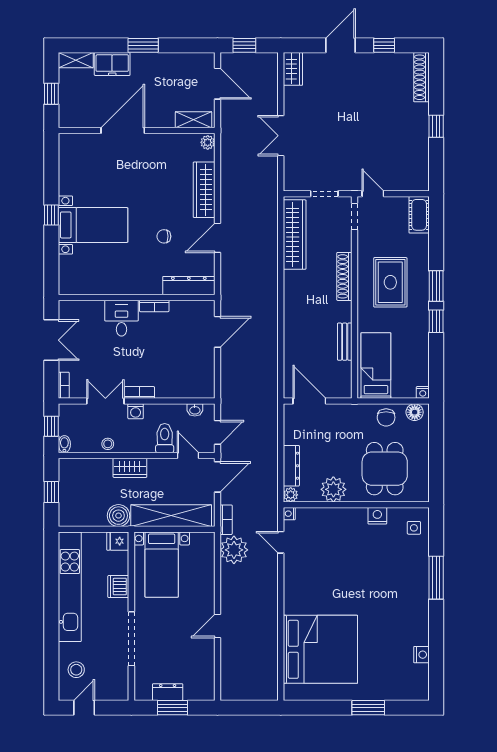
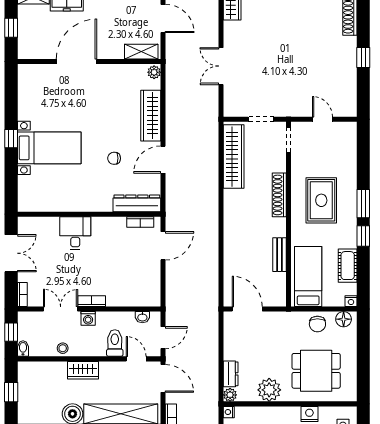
door: (373, 194) -> (323, 119), moved
cot: (419, 215) -> (348, 266), moved
bookcase: (154, 306) -> (140, 222), moved
dresser: (291, 466) -> (231, 374), width x0.70
dining table: (385, 469) -> (316, 371), turned 90
door: (217, 477) -> (163, 378), hinge flipped

